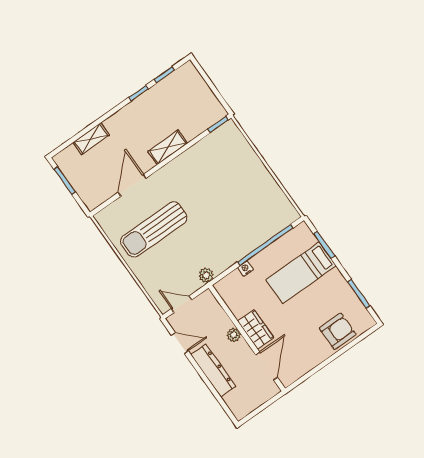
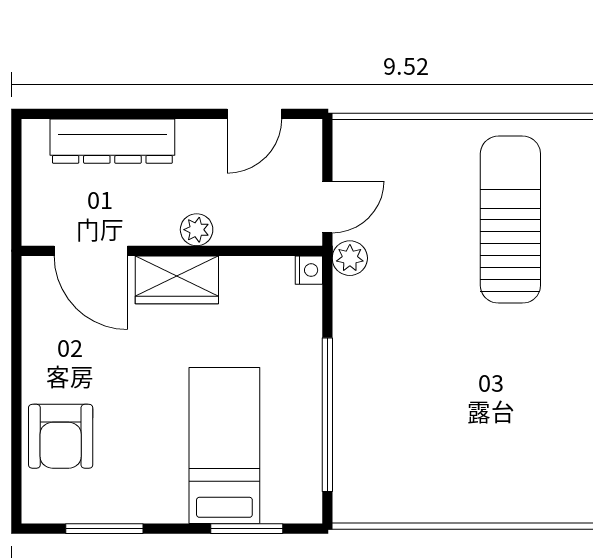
nightstand: (245, 269) -> (309, 270), moved
door: (182, 304) -> (327, 207), moved
dresser: (213, 371) -> (112, 141), moved

